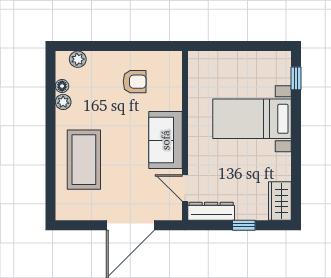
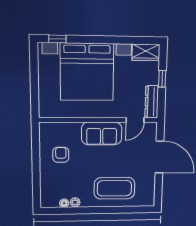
plant: (78, 59) -> (46, 193), removed
bed with nightstands: (252, 119) -> (87, 72), width x1.85

